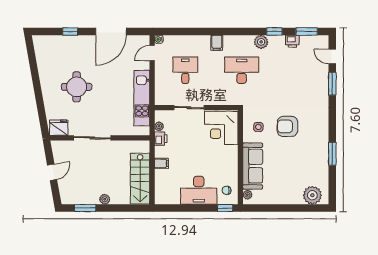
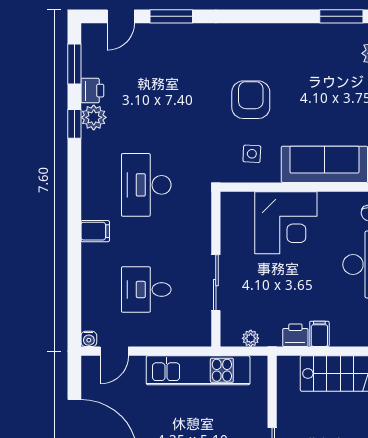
plant: (261, 42) -> (94, 117), moved
door: (152, 53) -> (114, 351), hinge flipped
armchair: (287, 126) -> (251, 100), turned 180
corner desk: (221, 128) -> (286, 223), moved
printer: (161, 139) -> (295, 335), moved
window: (332, 154) -> (341, 16), moved

